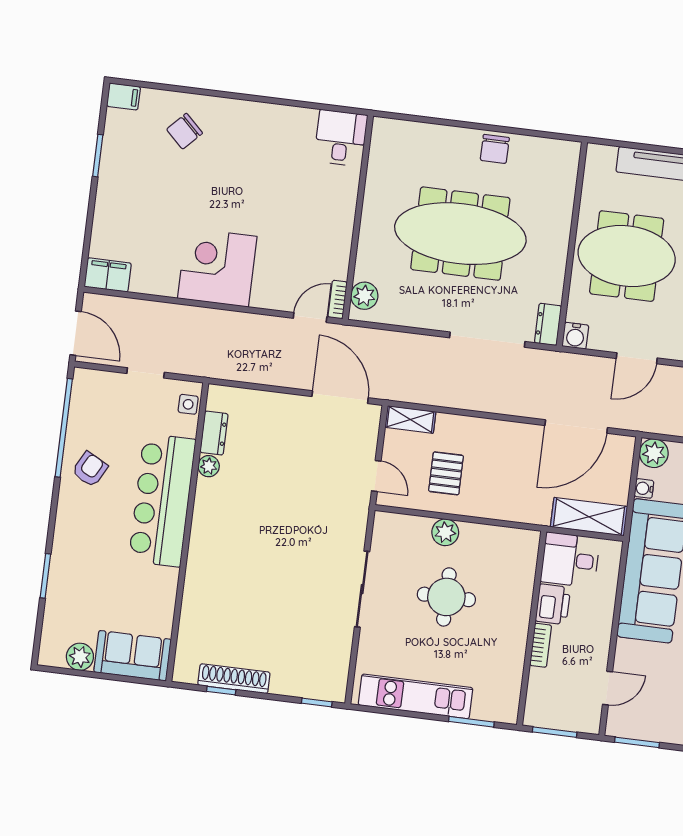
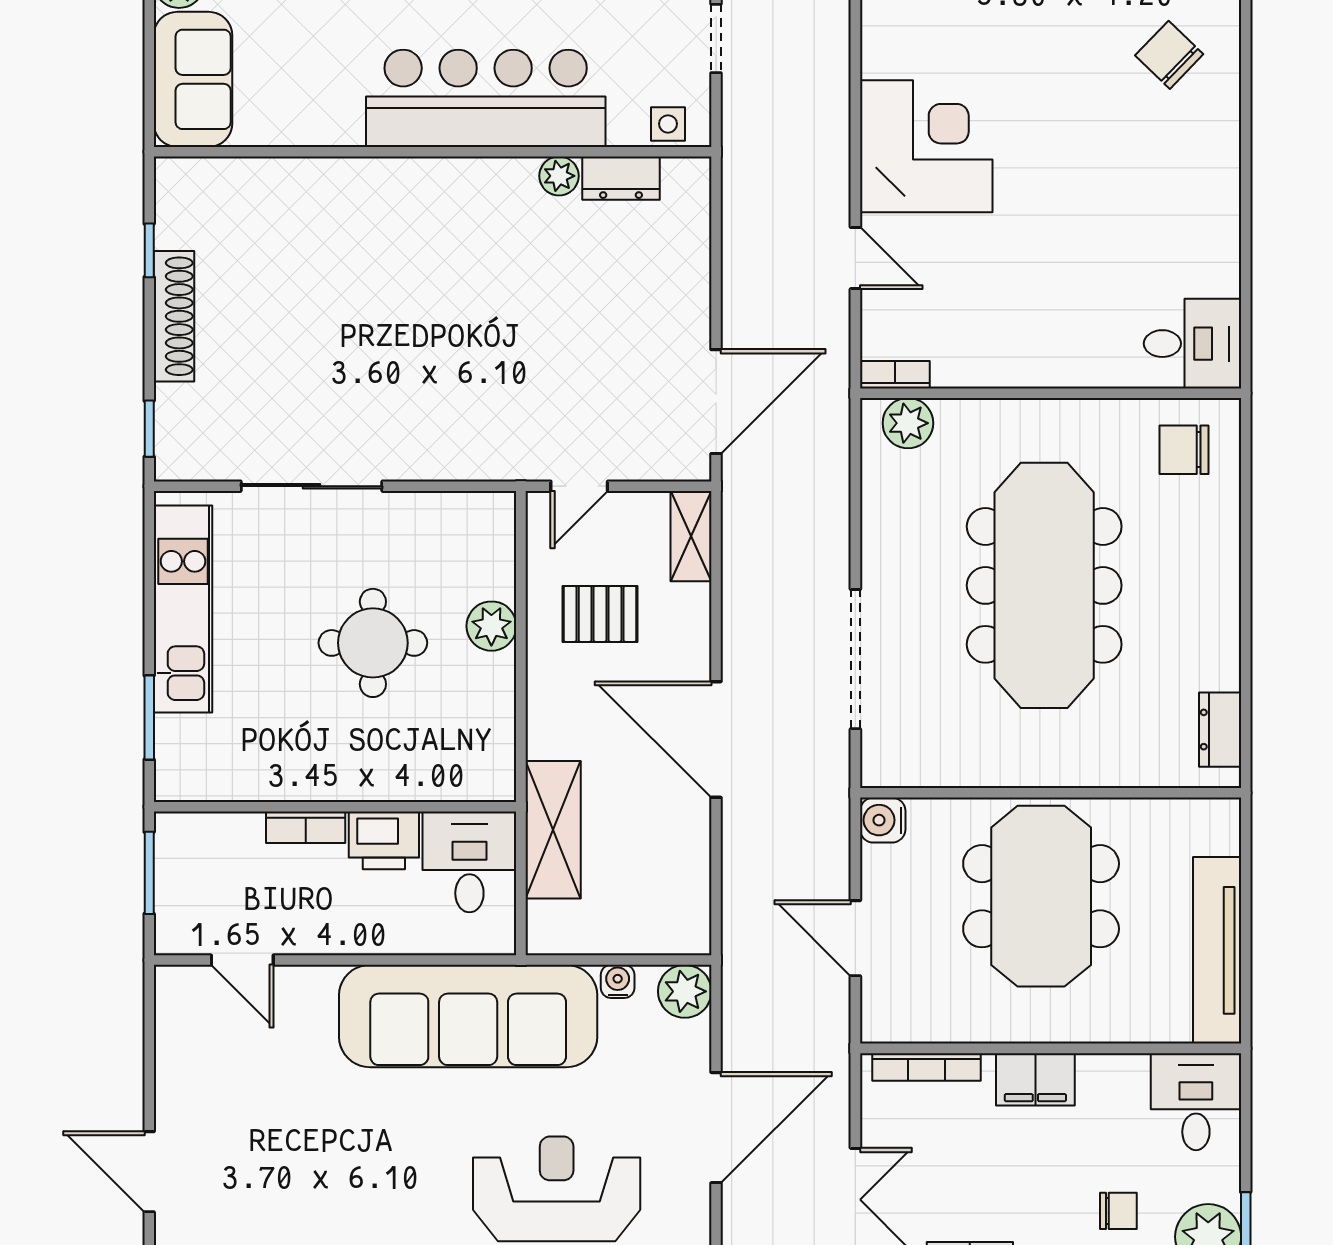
chair: (495, 149) -> (1184, 450), moved
door: (310, 318) -> (855, 258), moved
dresser: (548, 324) -> (1220, 730), moved, turned -90
door: (576, 427) -> (716, 739), moved
shelving: (589, 517) -> (553, 830), moved
sliding door: (362, 589) -> (311, 486), moved
shoe rack: (234, 679) -> (174, 316), moved
window: (637, 742) -> (149, 1027), removed

